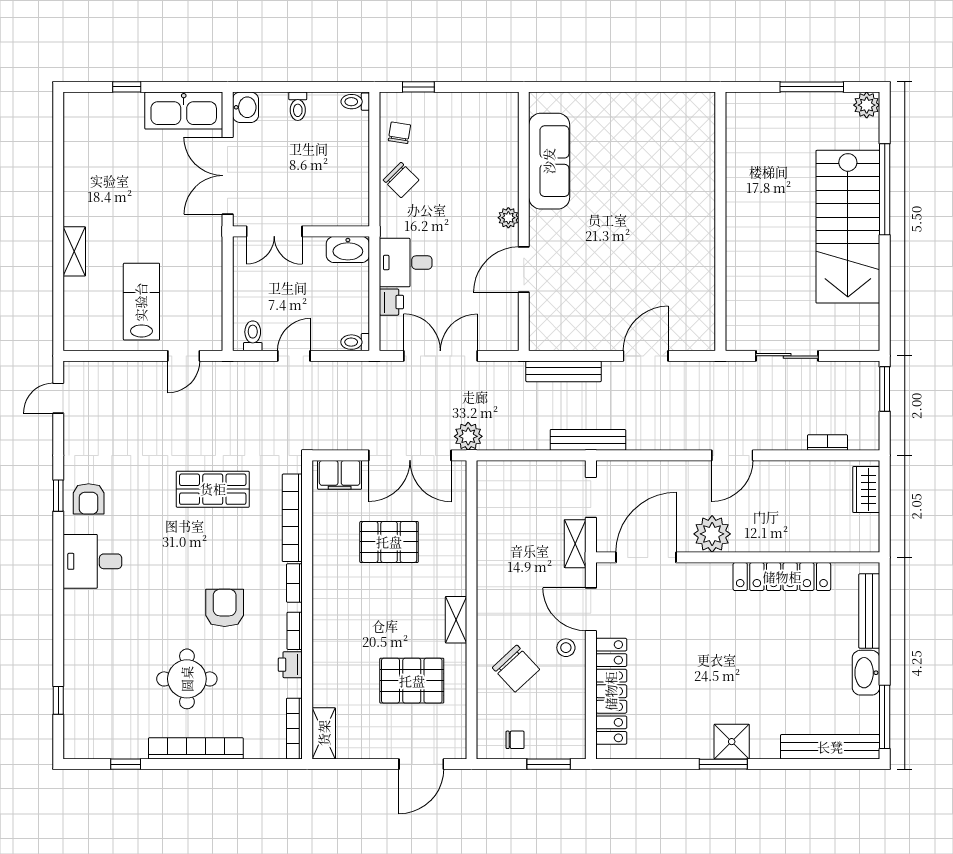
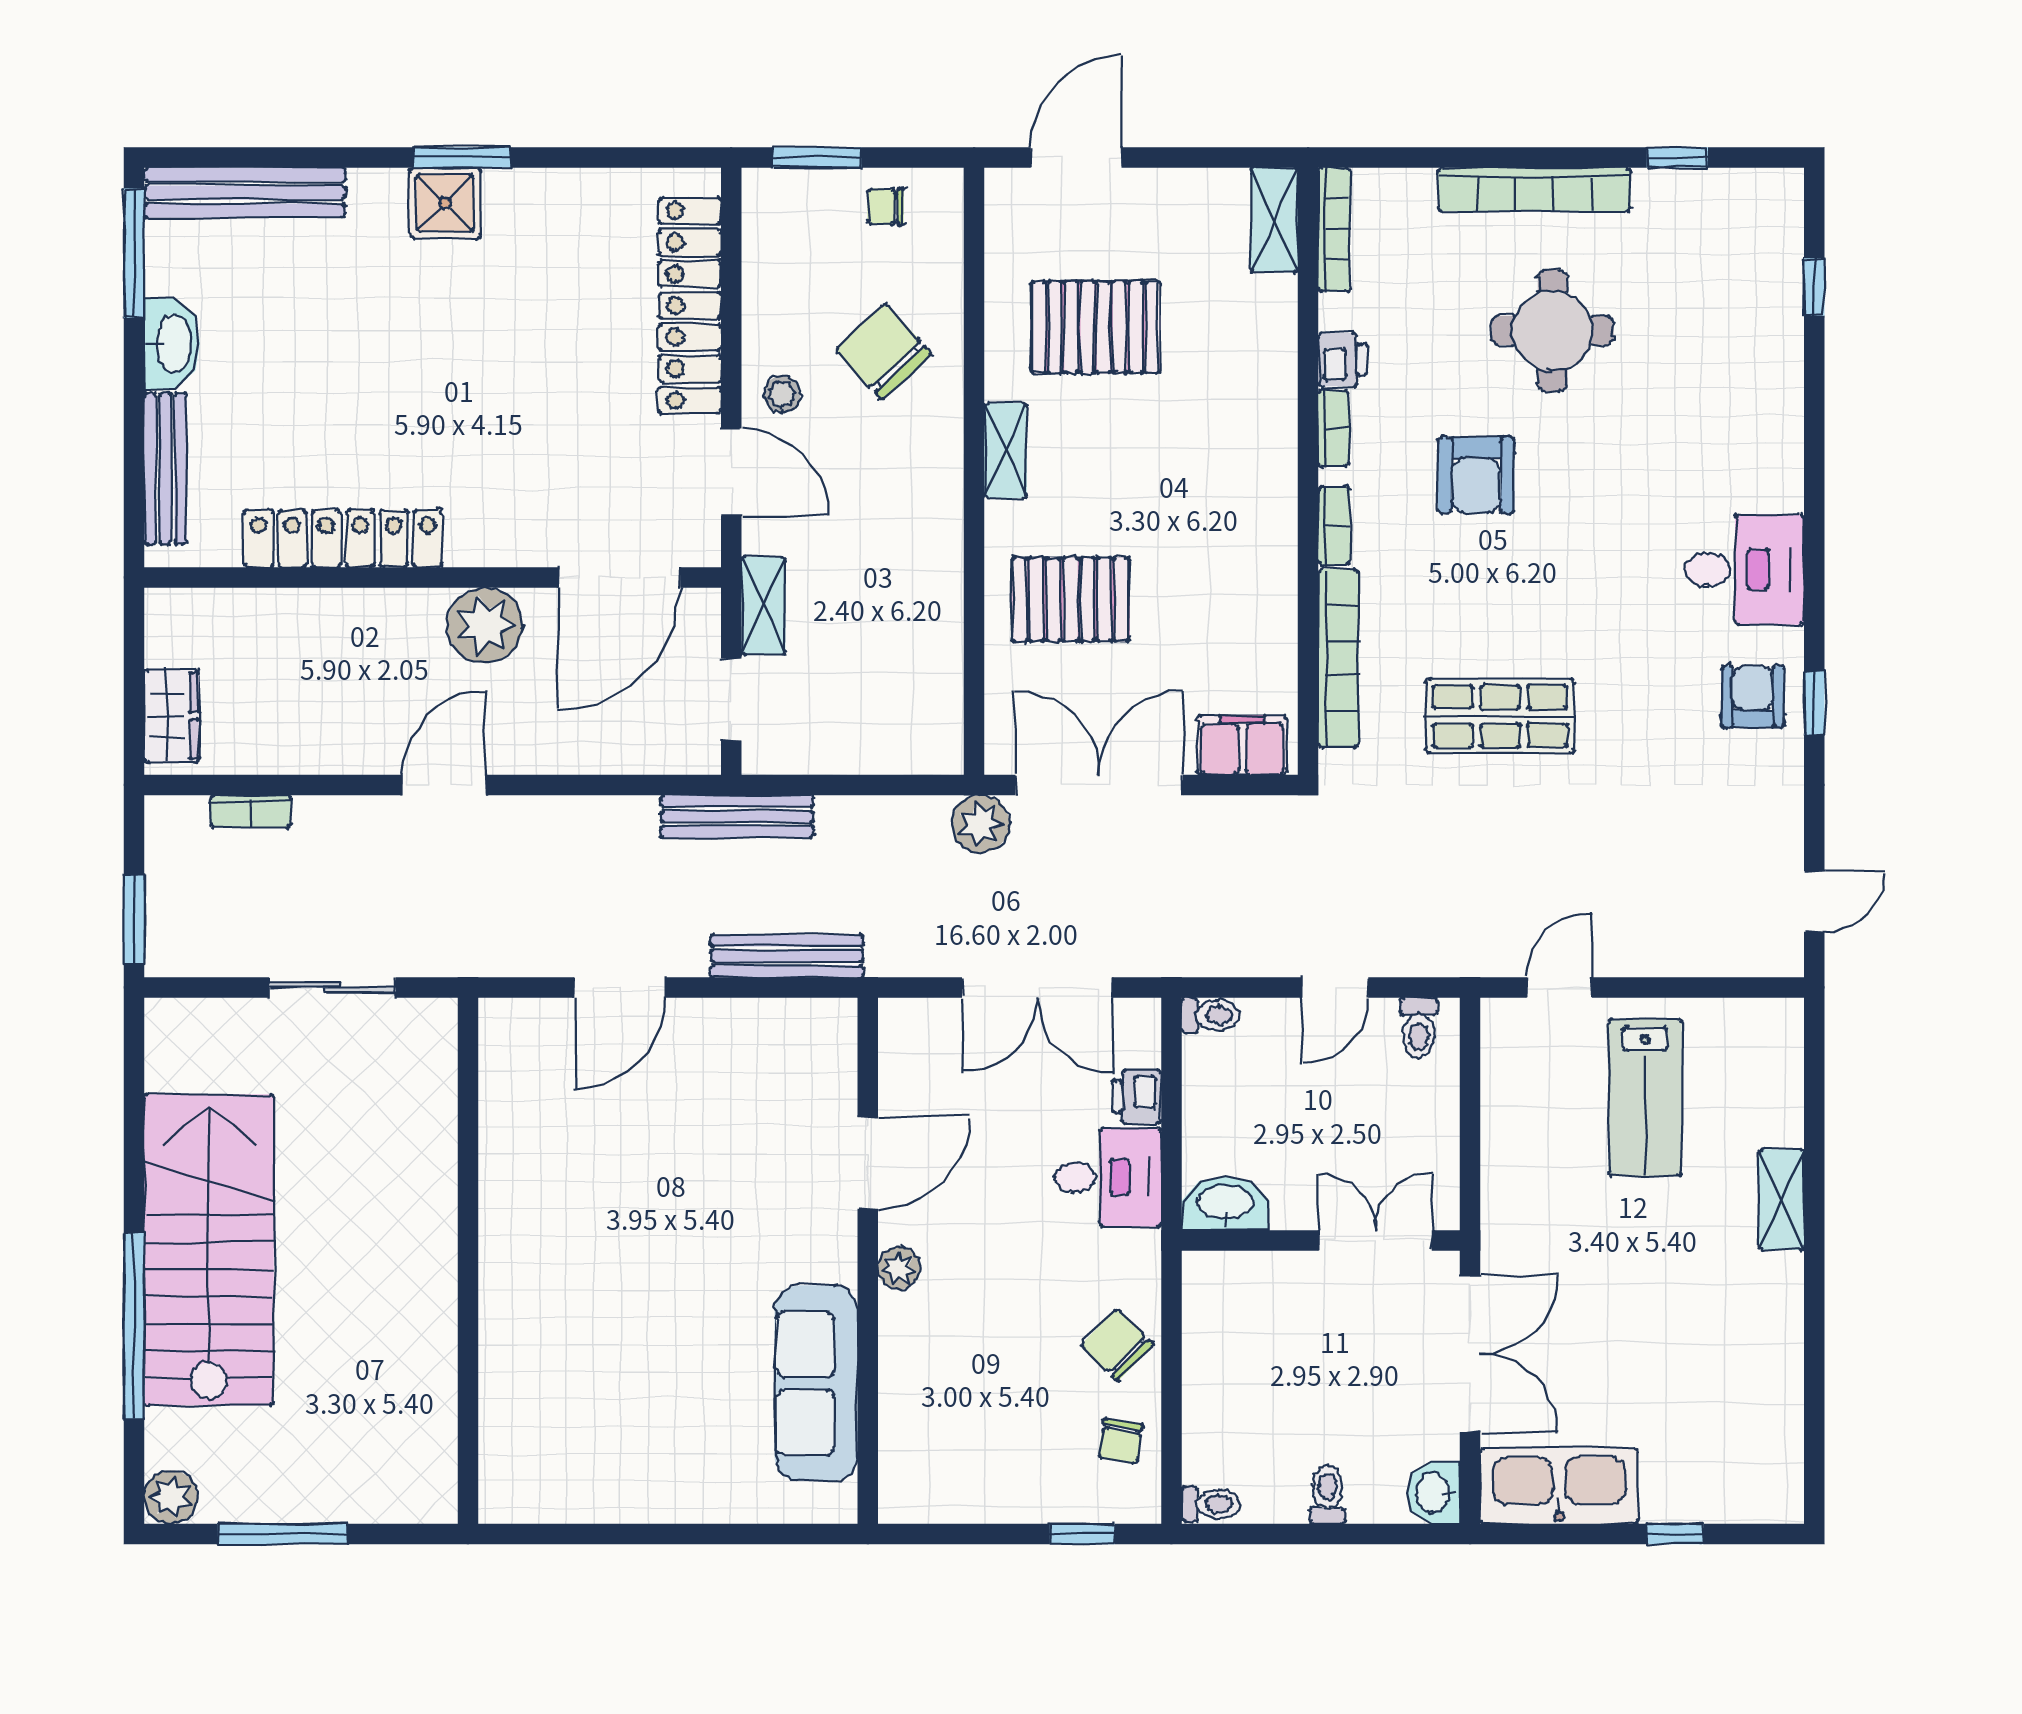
pallet: (389, 542) -> (1070, 599), moved

